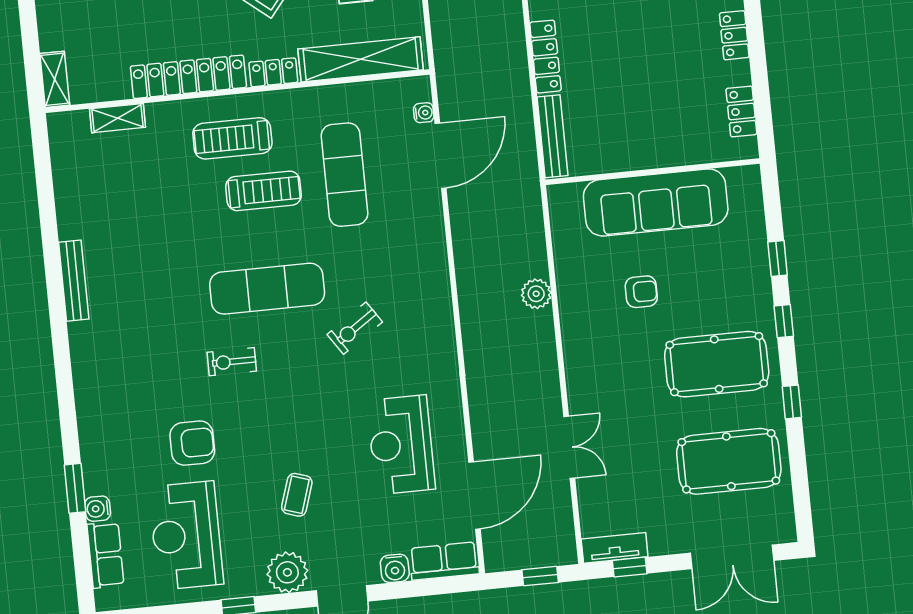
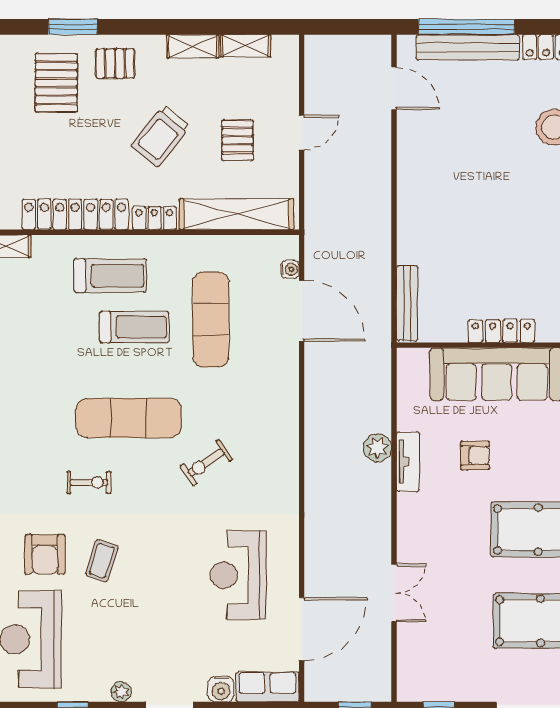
locker: (545, 57) -> (501, 331), moved, turned -90
treadmill: (232, 138) -> (110, 276), turned 180
door: (441, 156) -> (302, 311), hinge flipped
exercise bike: (232, 362) -> (89, 482), turned 180
armchair: (192, 443) -> (45, 554), turned 90
coffee table: (297, 495) -> (102, 561), moved
tv unit: (615, 548) -> (408, 462), moved, turned 90
plant: (287, 572) -> (121, 692), width x0.53, depth x0.53

